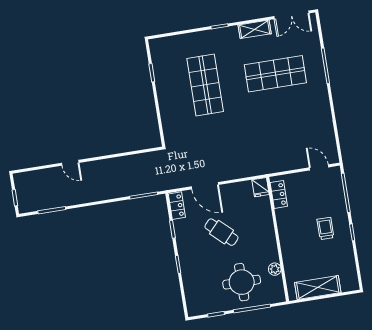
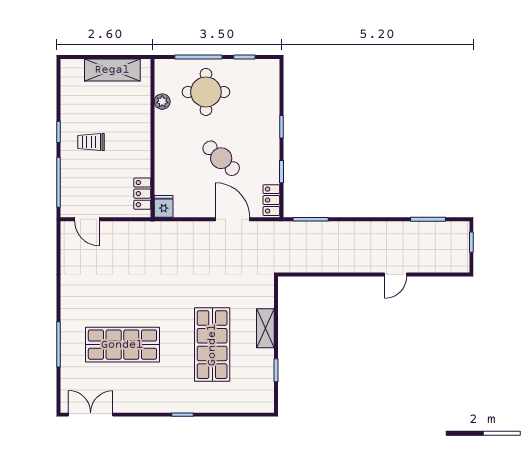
shelving: (255, 29) -> (265, 328), moved, turned 90
door: (70, 163) -> (396, 275), swing flipped
trolley: (325, 228) -> (91, 142), turned 90

